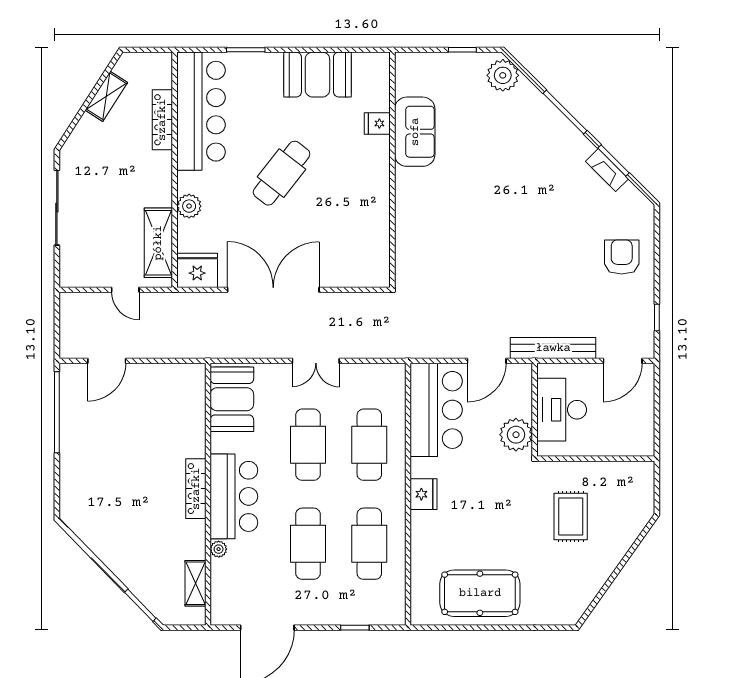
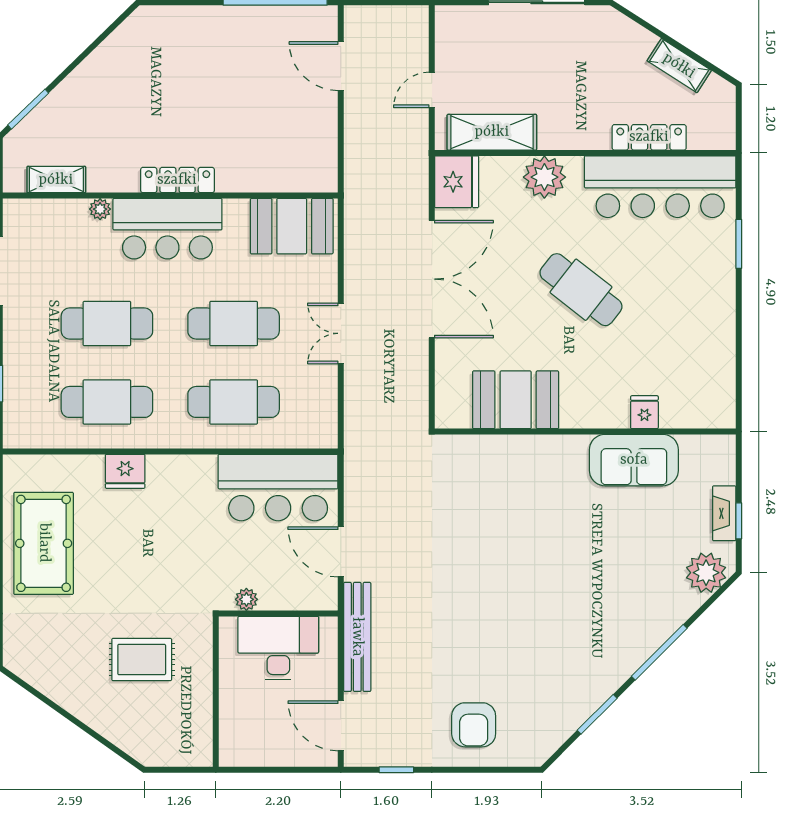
booth: (317, 75) -> (516, 400), moved, turned 90
fireplace: (607, 170) -> (724, 513), moved, turned -45
plant: (189, 206) -> (544, 177), width x1.36, depth x1.36
armchair: (622, 257) -> (474, 725), turned 90
plant: (516, 435) -> (246, 599), width x0.53, depth x0.53
fridge: (424, 494) -> (125, 471), moved

